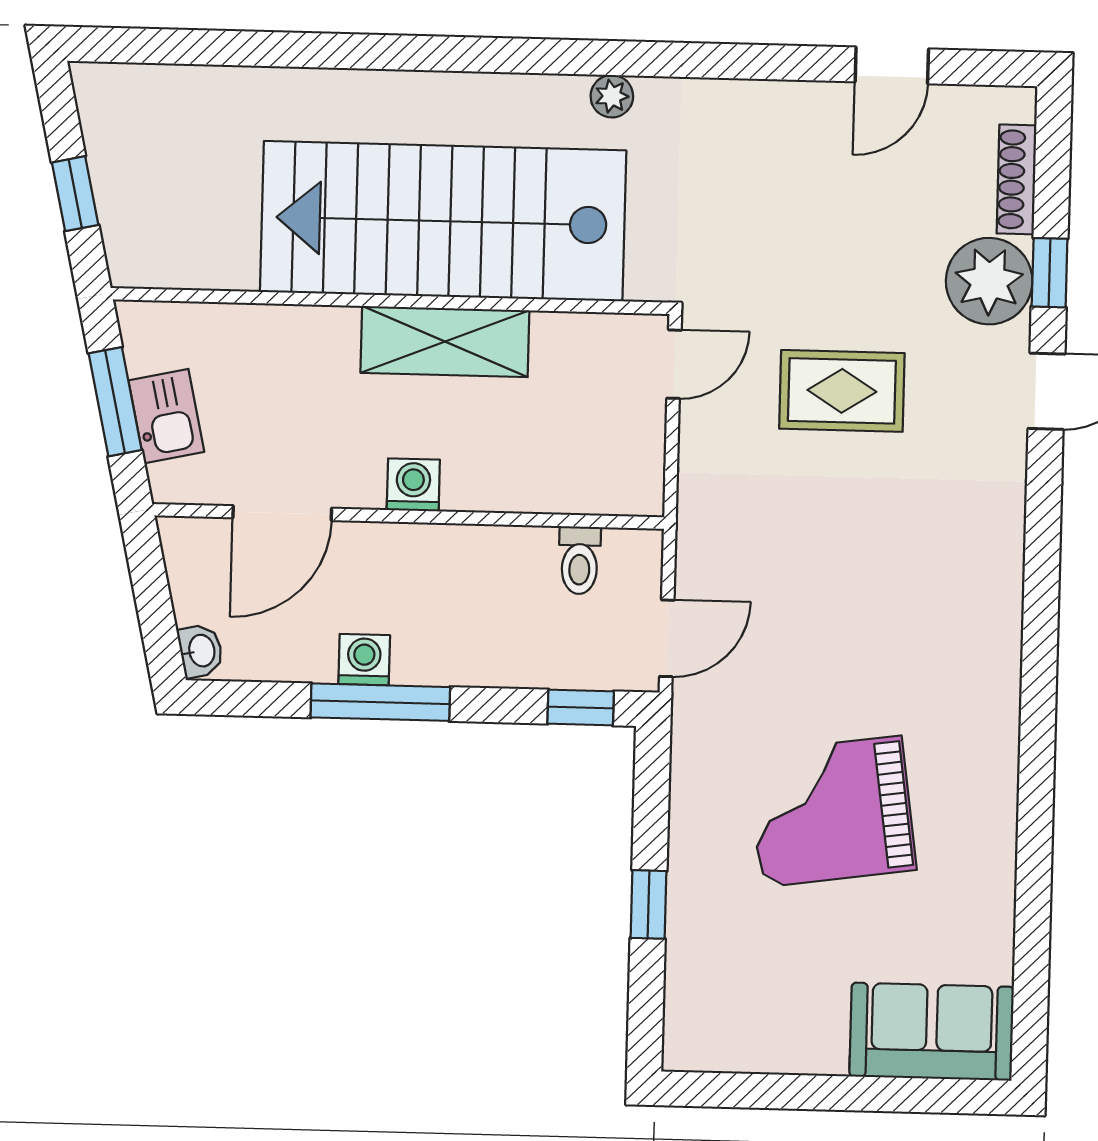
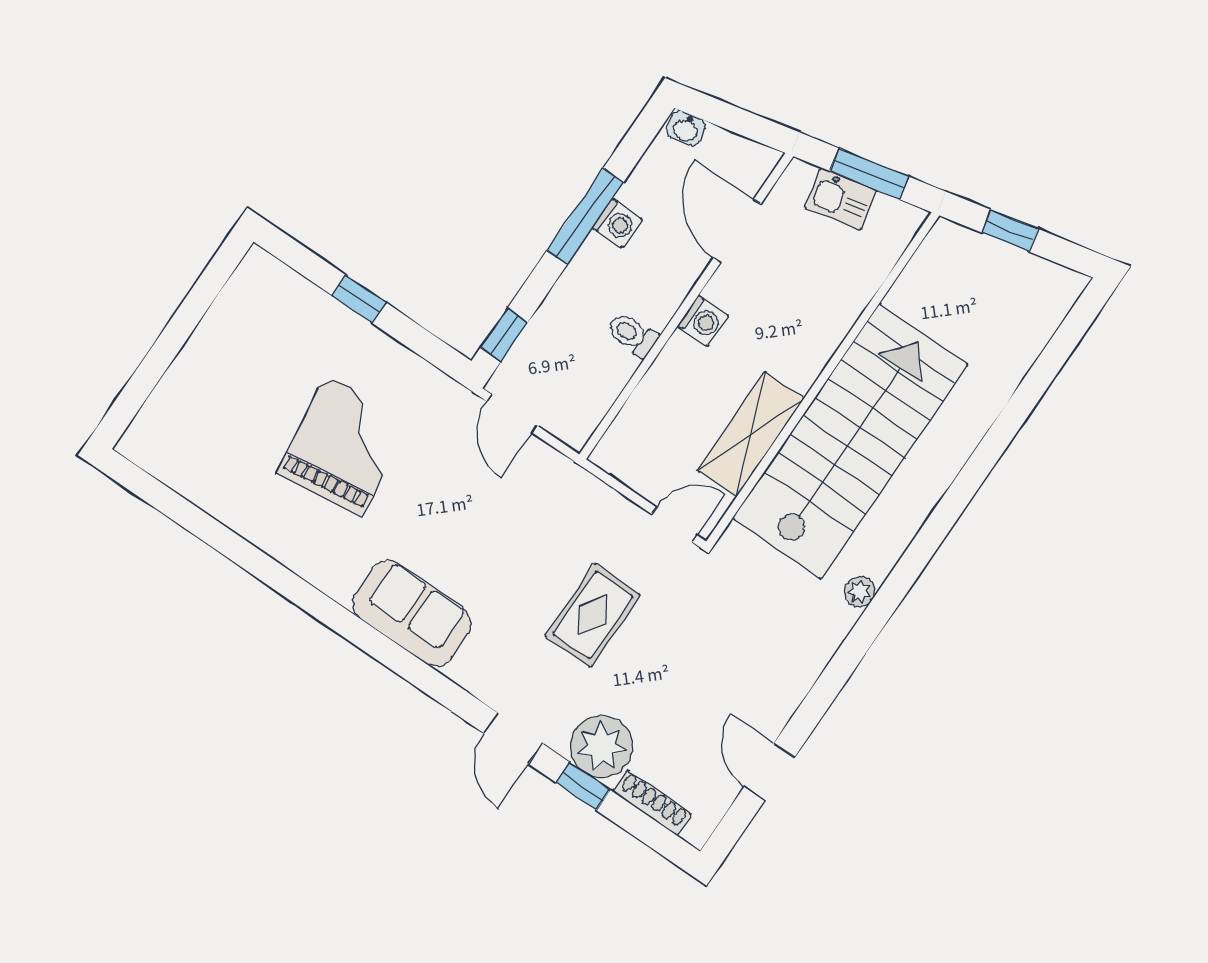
shelving: (445, 342) -> (751, 434), moved
door: (674, 364) -> (674, 525), swing flipped
toilet: (580, 560) -> (632, 334), moved
sofa: (932, 1032) -> (412, 614), moved, turned -90

